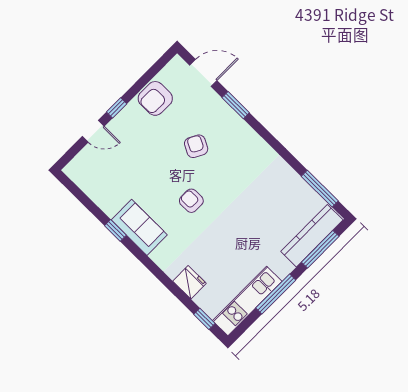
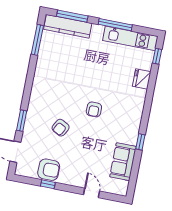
window: (117, 108) -> (48, 184), moved
sofa: (139, 227) -> (123, 162), moved

